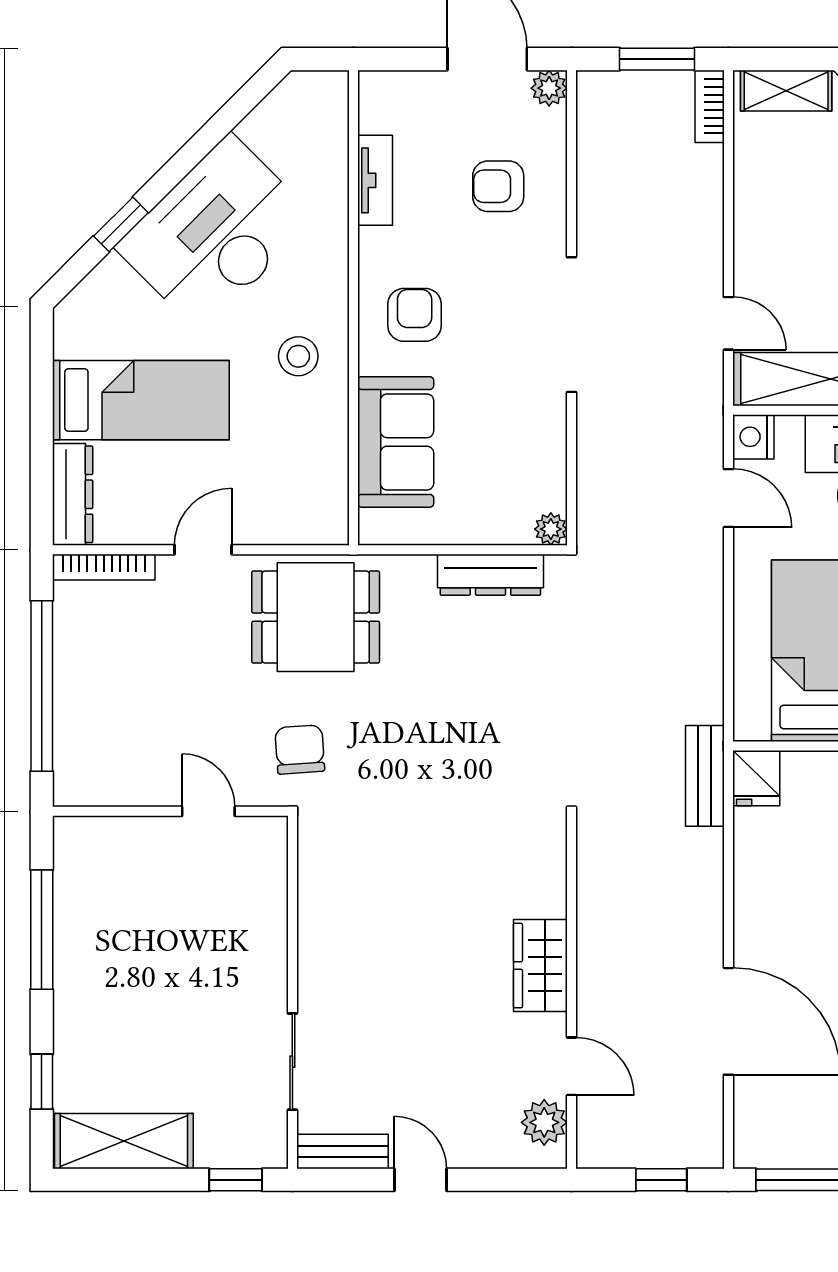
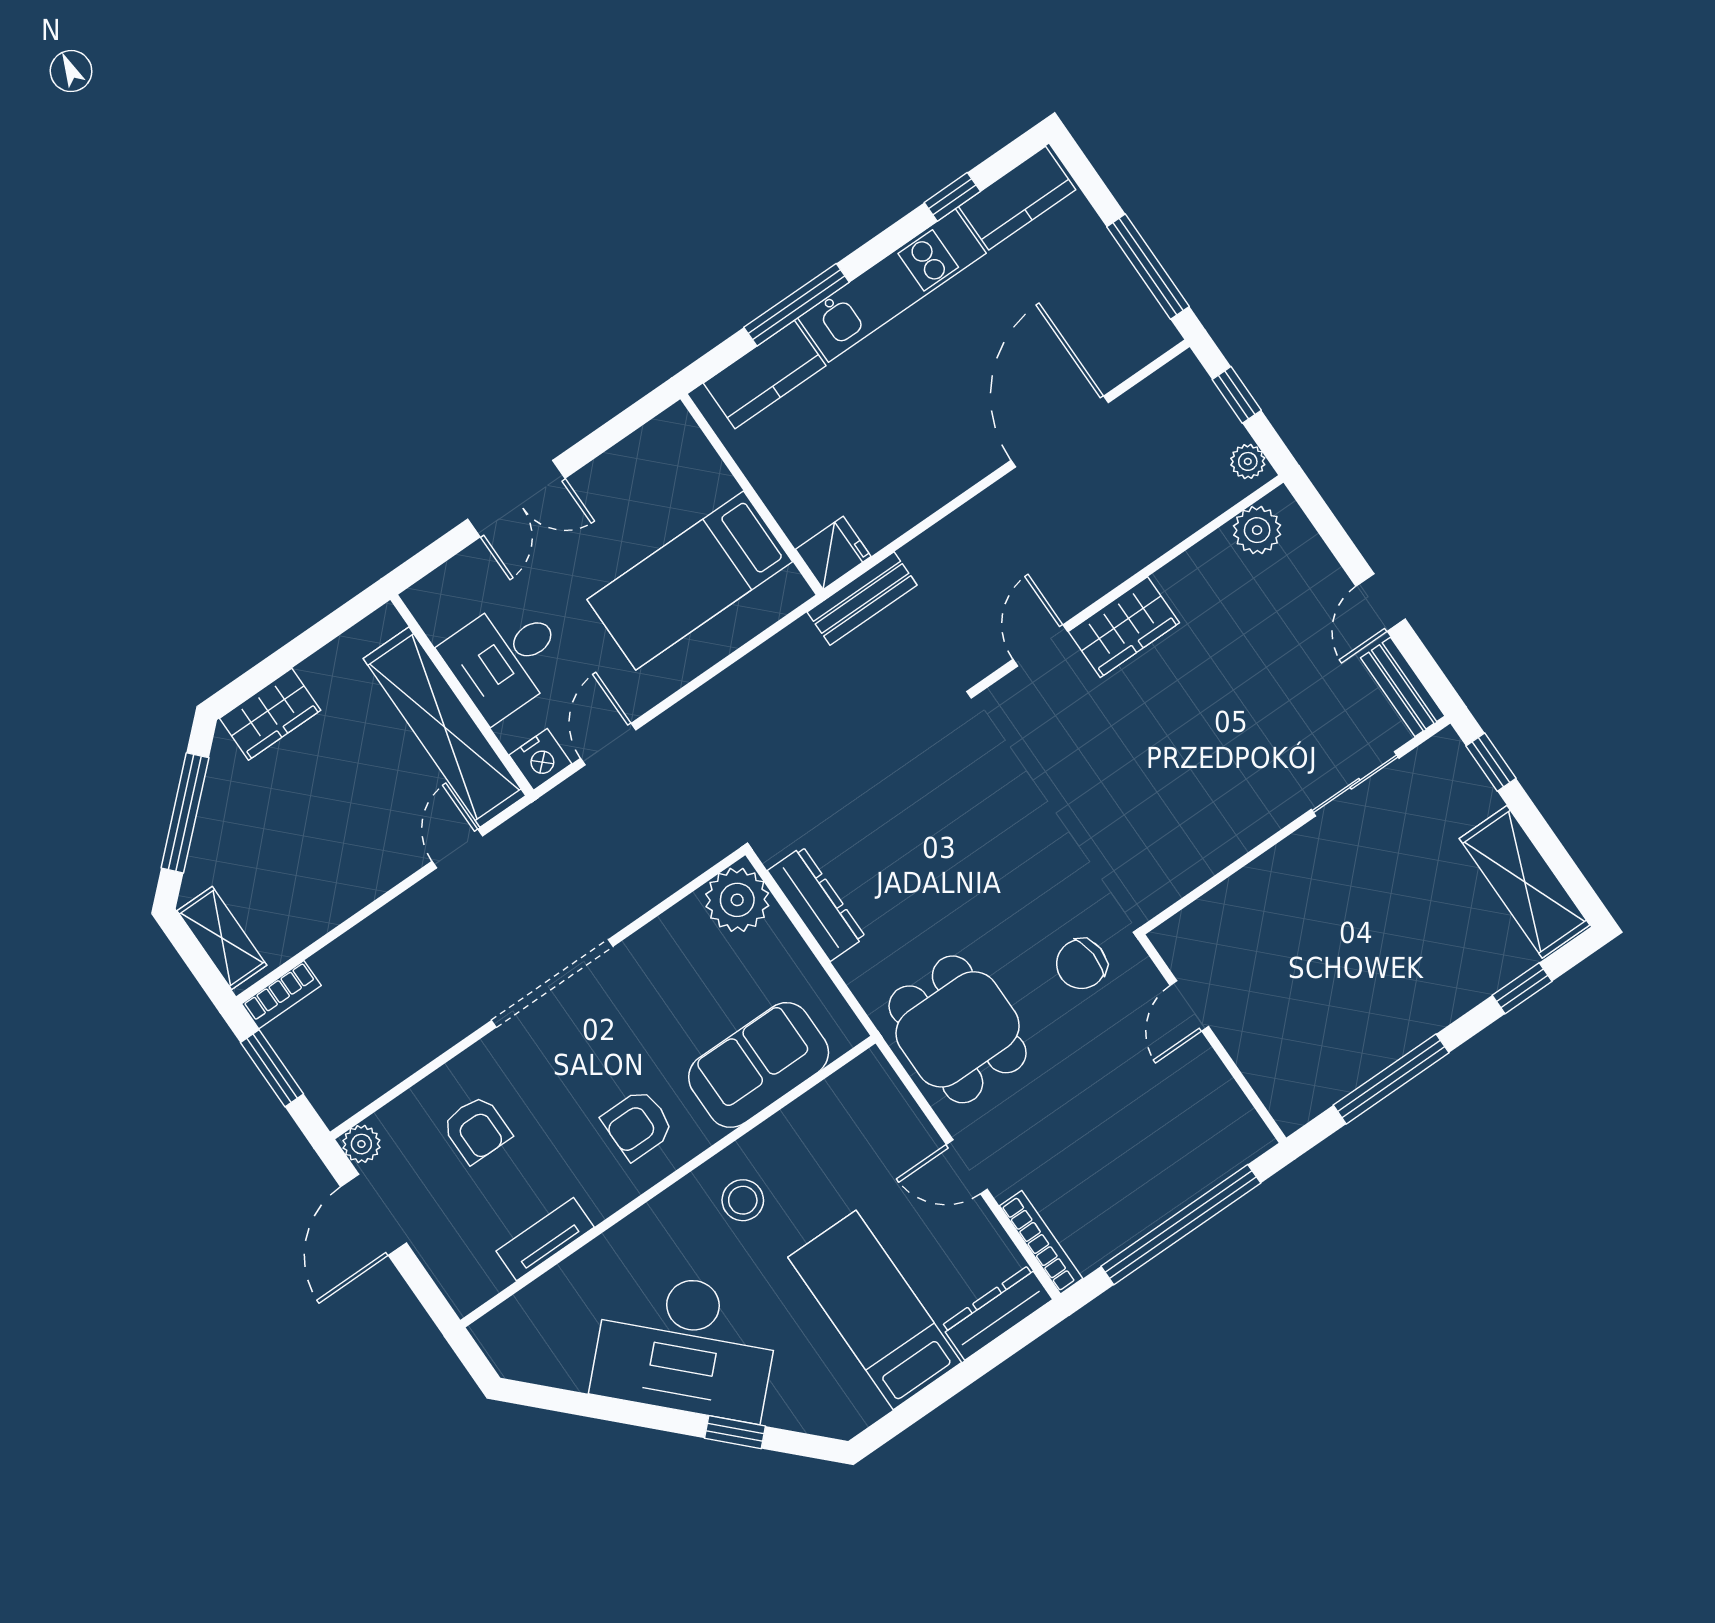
plant: (551, 529) -> (737, 900), width x1.87, depth x1.87
door: (571, 1066) -> (1040, 645), moved
plant: (603, 1152) -> (1248, 461), added

